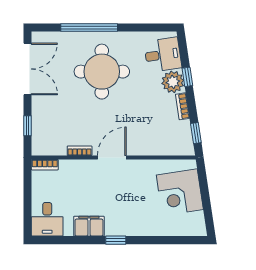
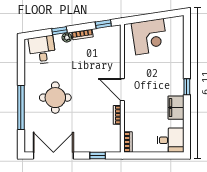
round table: (102, 72) -> (55, 98), width x0.73, depth x0.73
plant: (173, 82) -> (67, 37), width x0.53, depth x0.53

